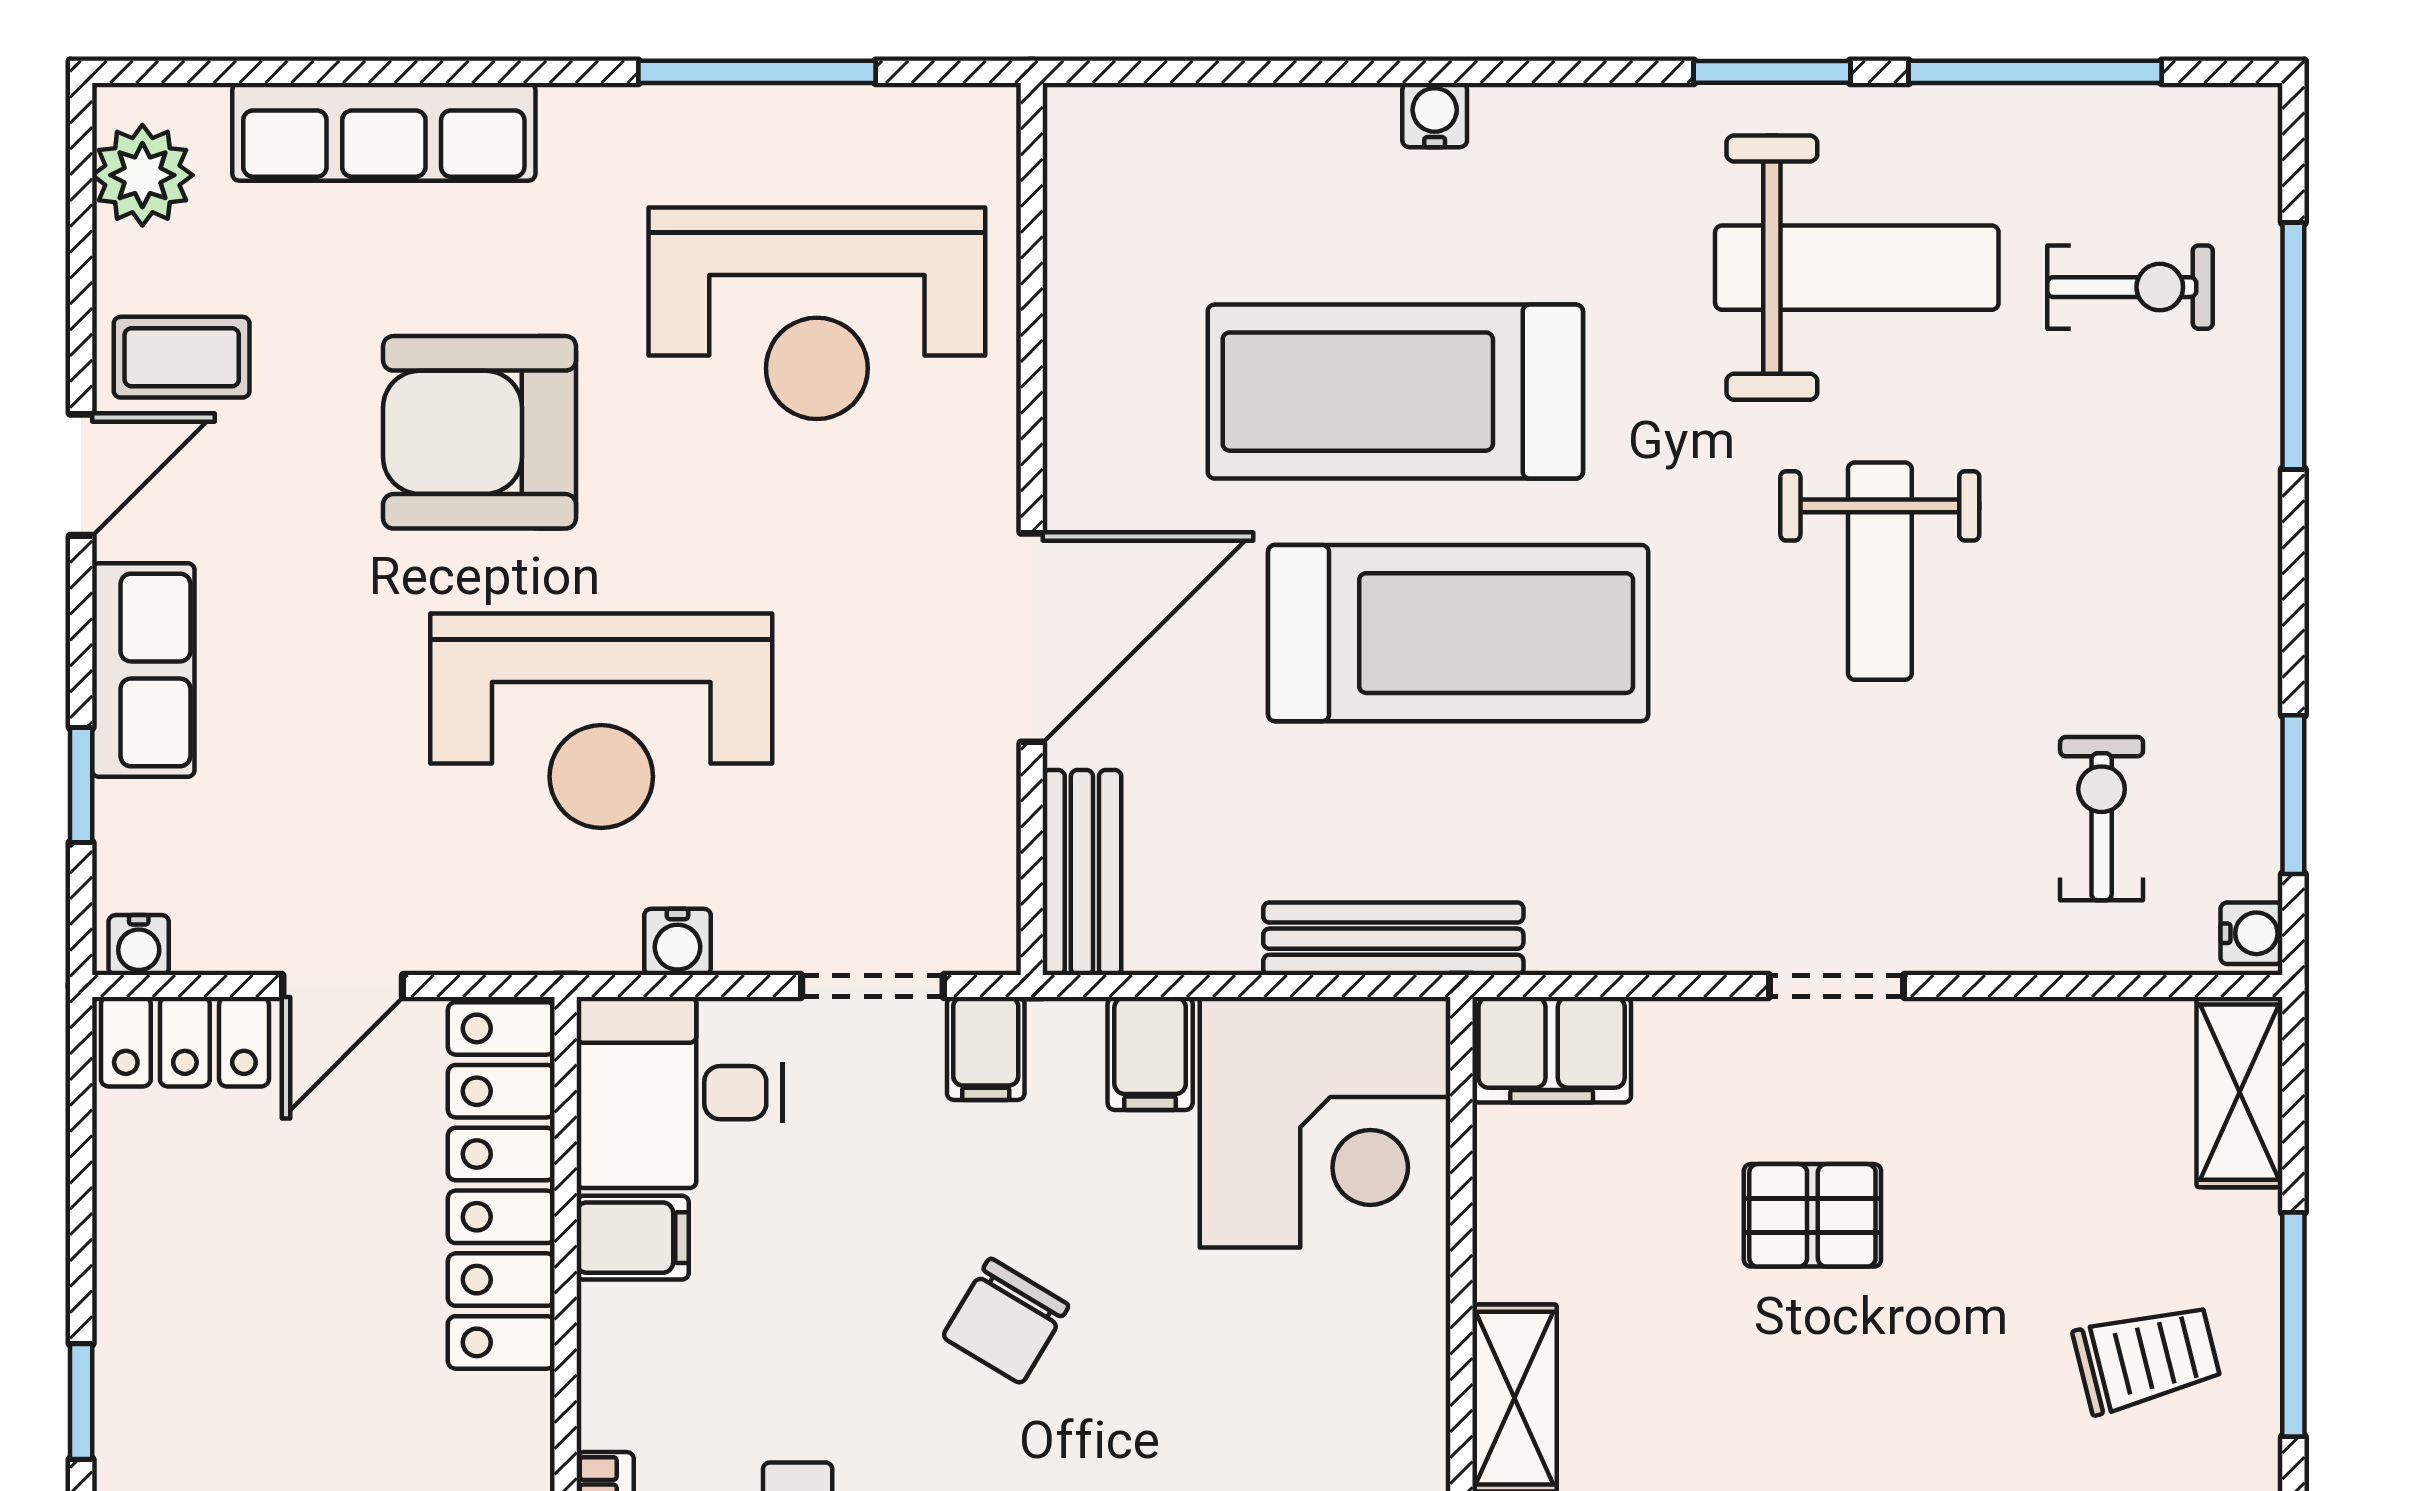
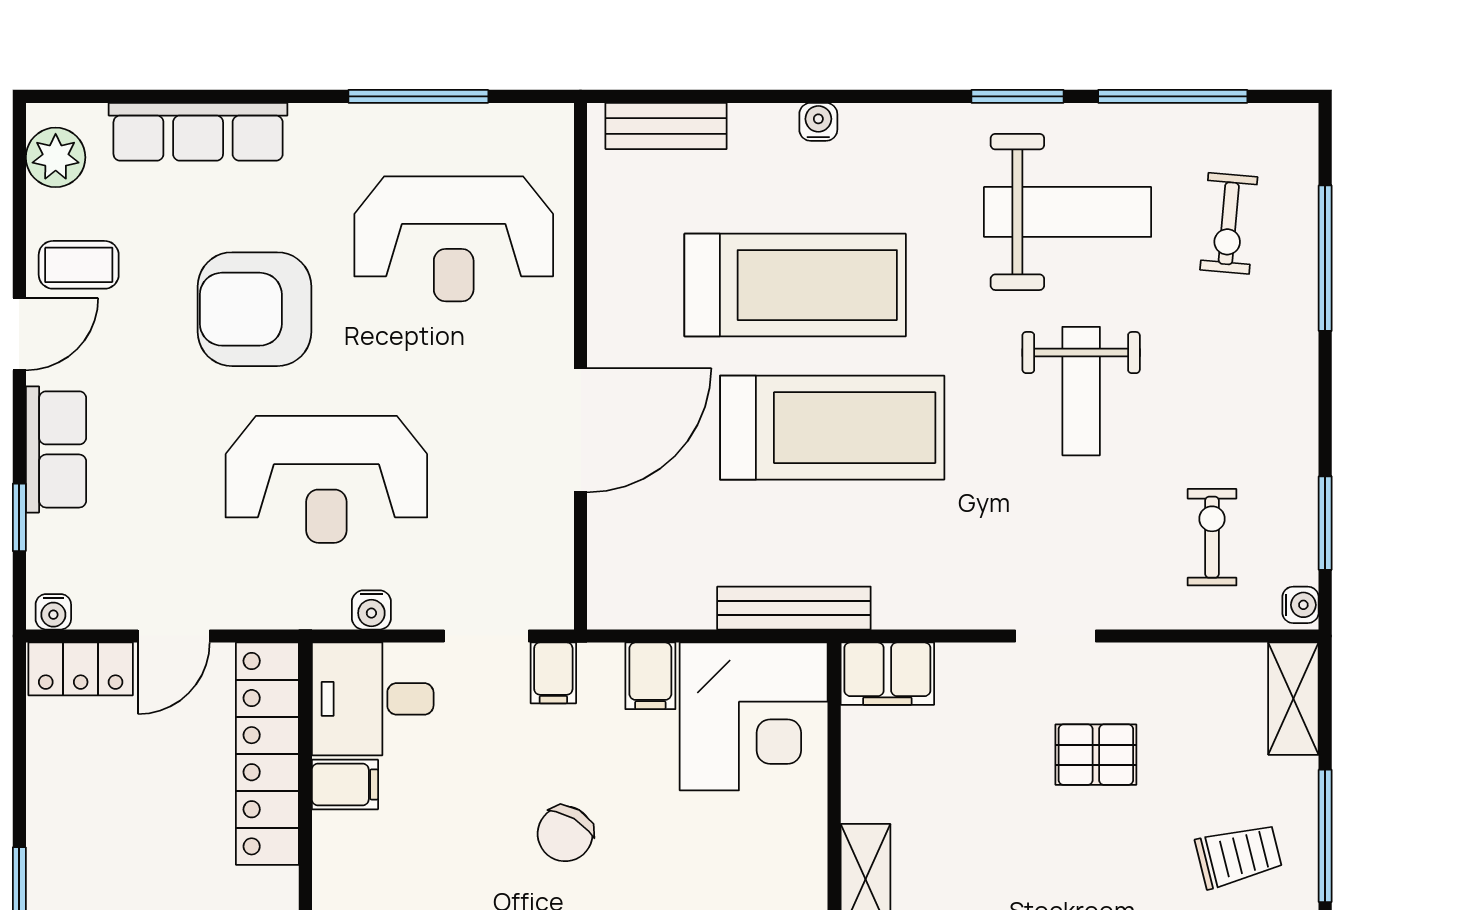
exercise bike: (2130, 287) -> (1229, 223), turned 95
treadmill: (1395, 392) -> (795, 285), turned 180
bench: (1082, 872) -> (666, 126), moved, turned 90
pallet: (1812, 1215) -> (1096, 755), moved

